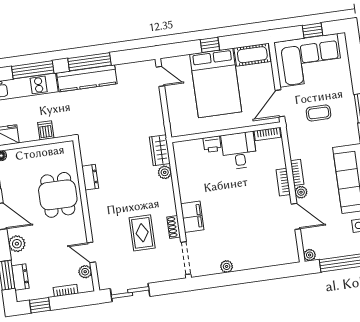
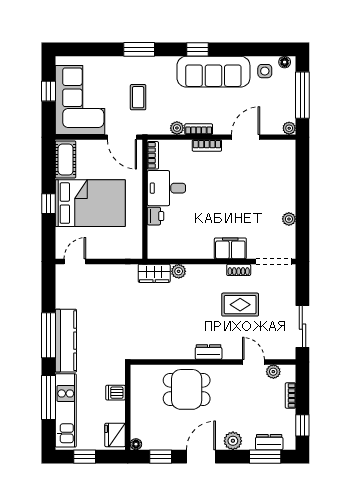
dresser: (90, 177) -> (209, 352), moved
plant: (301, 192) -> (177, 128), moved
door: (91, 252) -> (254, 362), swing flipped

